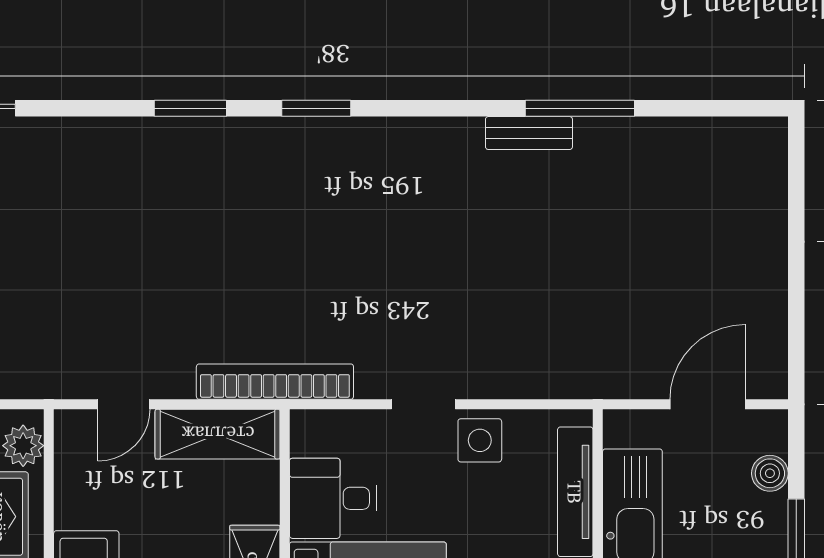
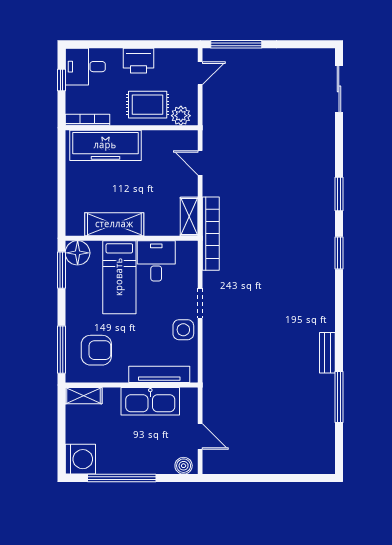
window: (580, 108) -> (339, 397), moved
door: (708, 404) -> (200, 436), width x0.73
shelving: (218, 434) -> (189, 217), width x0.67, depth x0.75
boiler: (770, 473) -> (184, 466), moved

